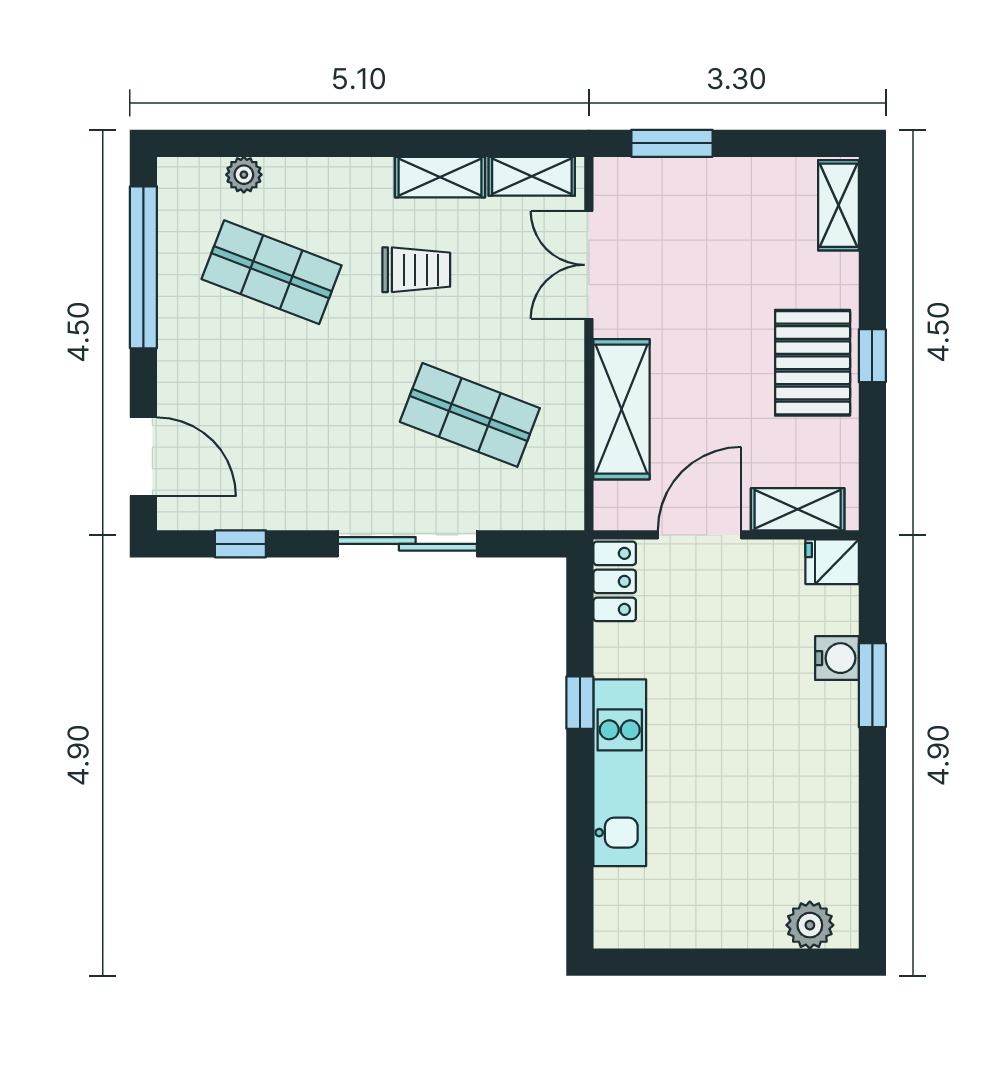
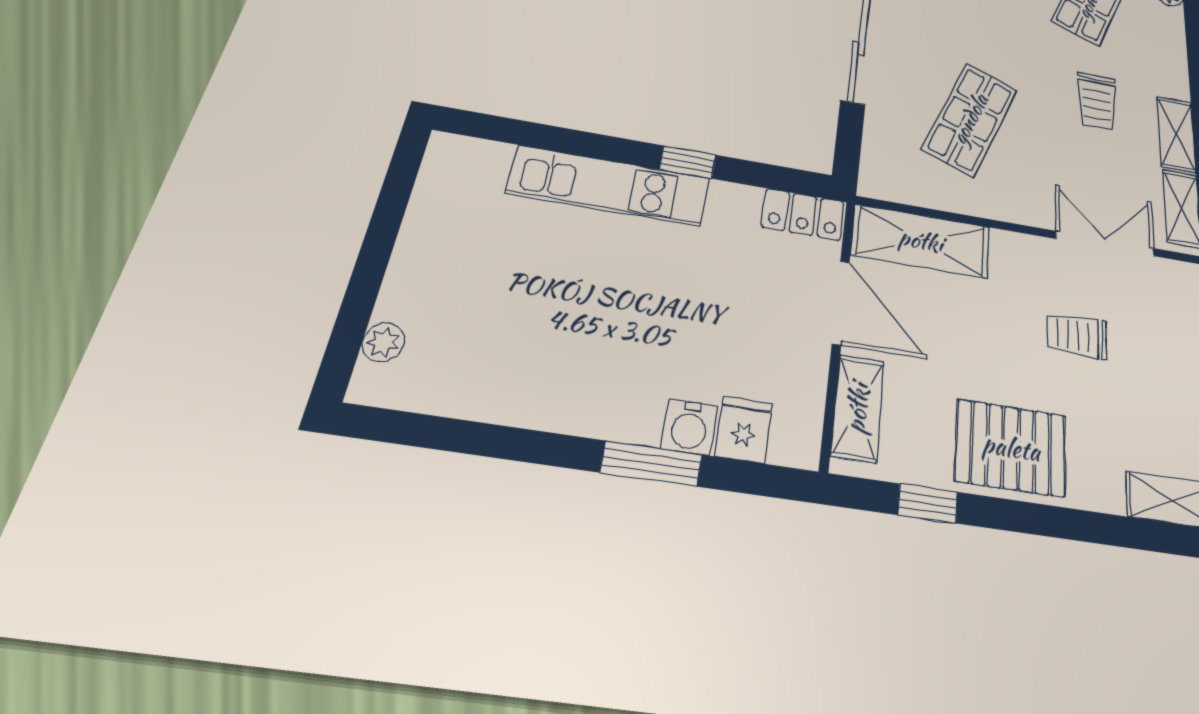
trolley: (694, 297) -> (1077, 336), added
window: (872, 356) -> (928, 503), moved
shelving: (621, 409) -> (921, 241), moved
fridge: (832, 562) -> (744, 430), moved
plant: (810, 925) -> (383, 342), width x0.73, depth x0.73

